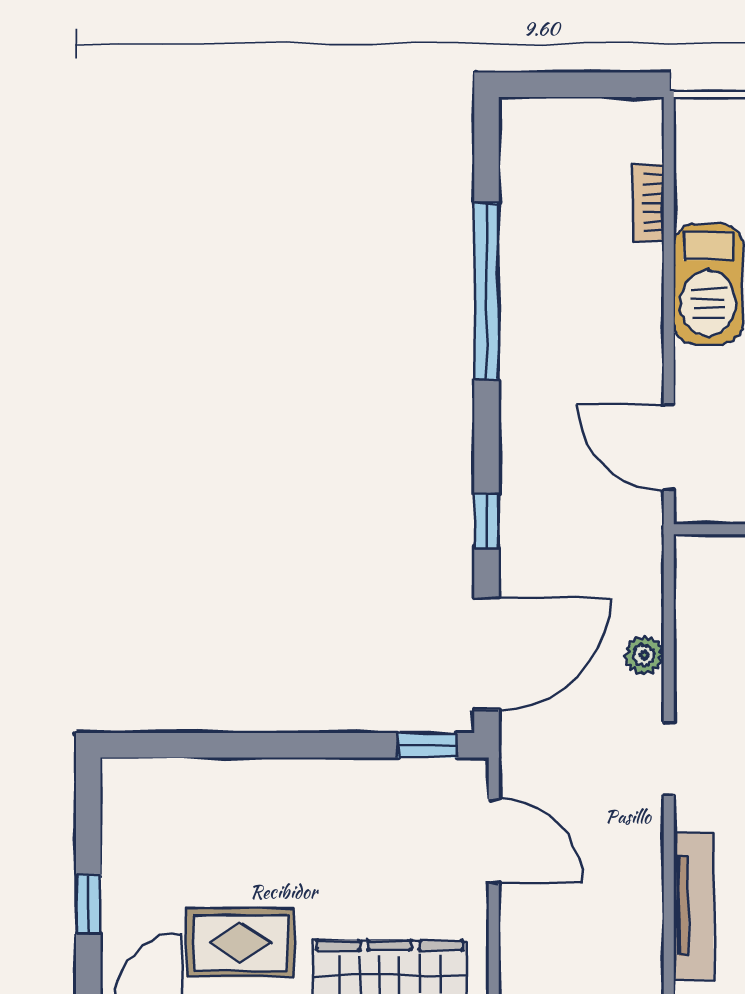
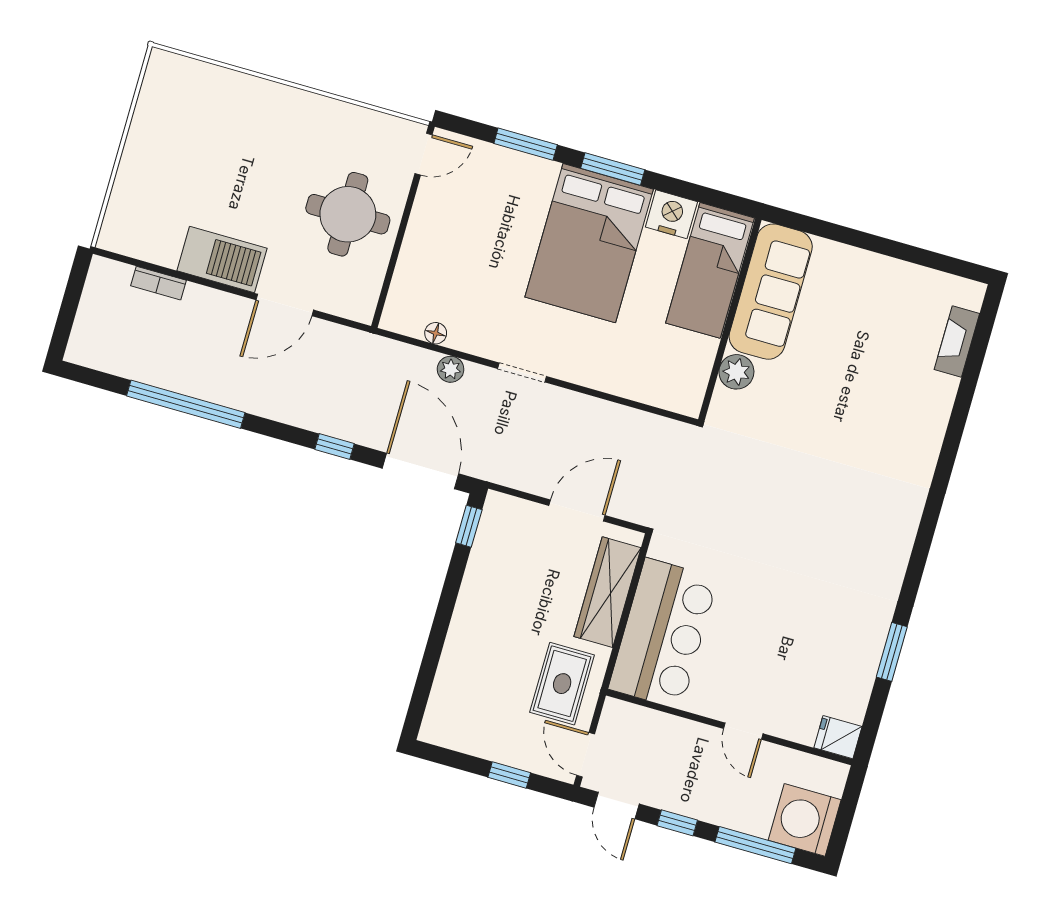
door: (669, 447) -> (285, 305), moved
floor lamp: (690, 619) -> (436, 333), added
door: (494, 841) -> (577, 510), moved
tv unit: (693, 906) -> (622, 384), removed

